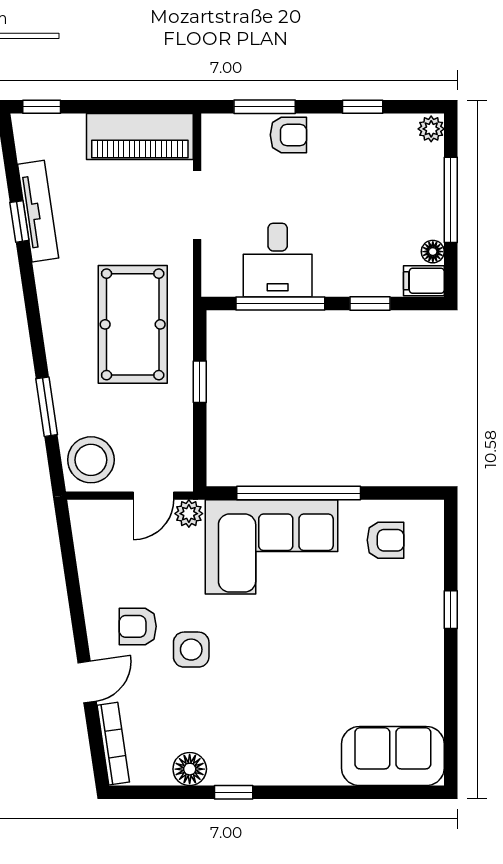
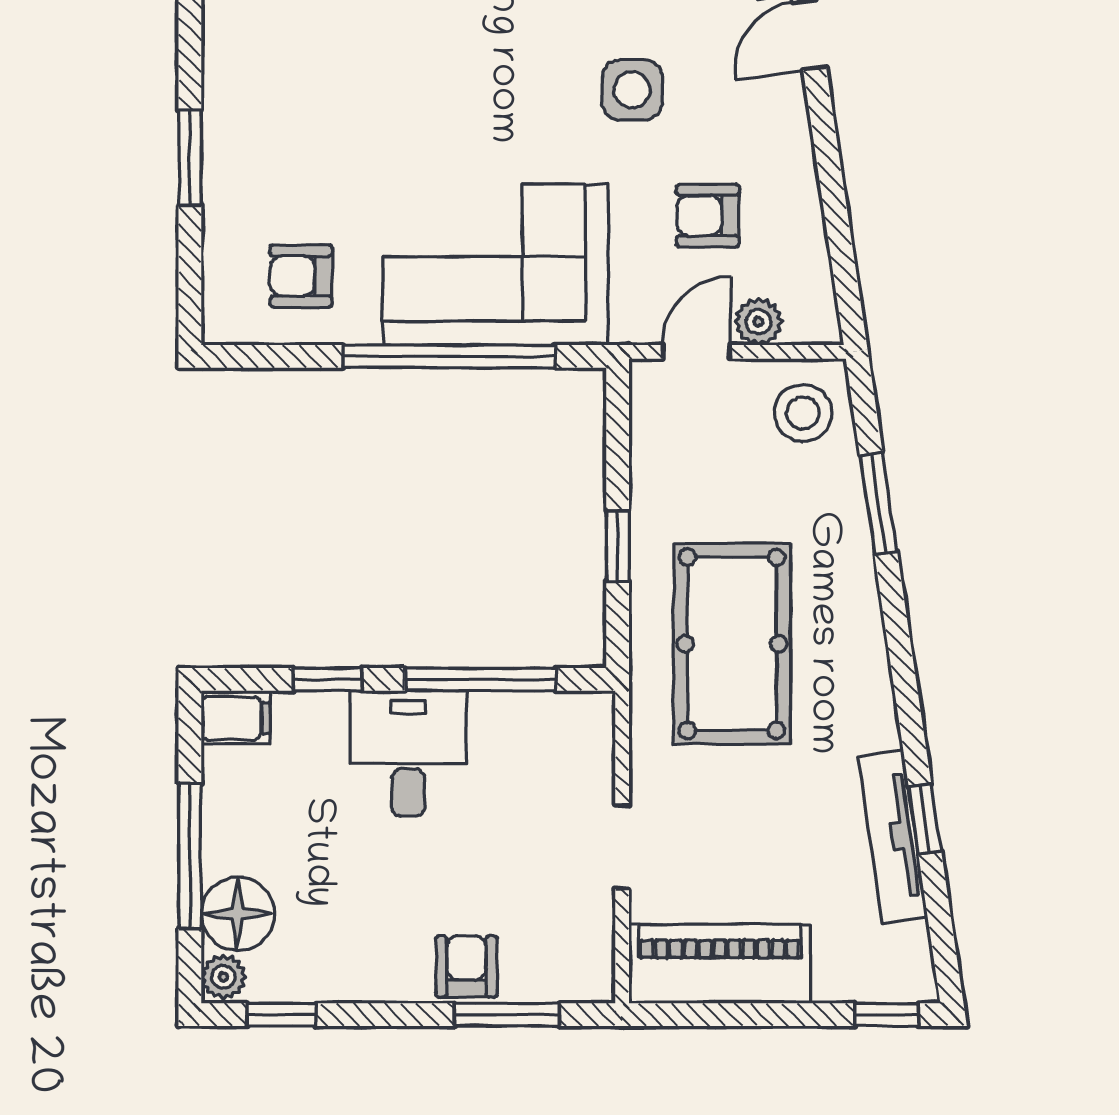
window: (363, 107) -> (281, 1015), moved
armchair: (288, 135) -> (466, 966), turned 90
doorway: (197, 205) -> (622, 847), width x0.73
floor lamp: (433, 252) -> (238, 914), moved, width x1.89, depth x1.89
desk: (278, 260) -> (408, 754), moved
stool: (91, 460) -> (803, 413), width x0.73, depth x0.73
plant: (189, 514) -> (758, 322), moved
window: (451, 610) -> (190, 158), width x1.50
armchair: (138, 626) -> (708, 216), moved, turned 180

